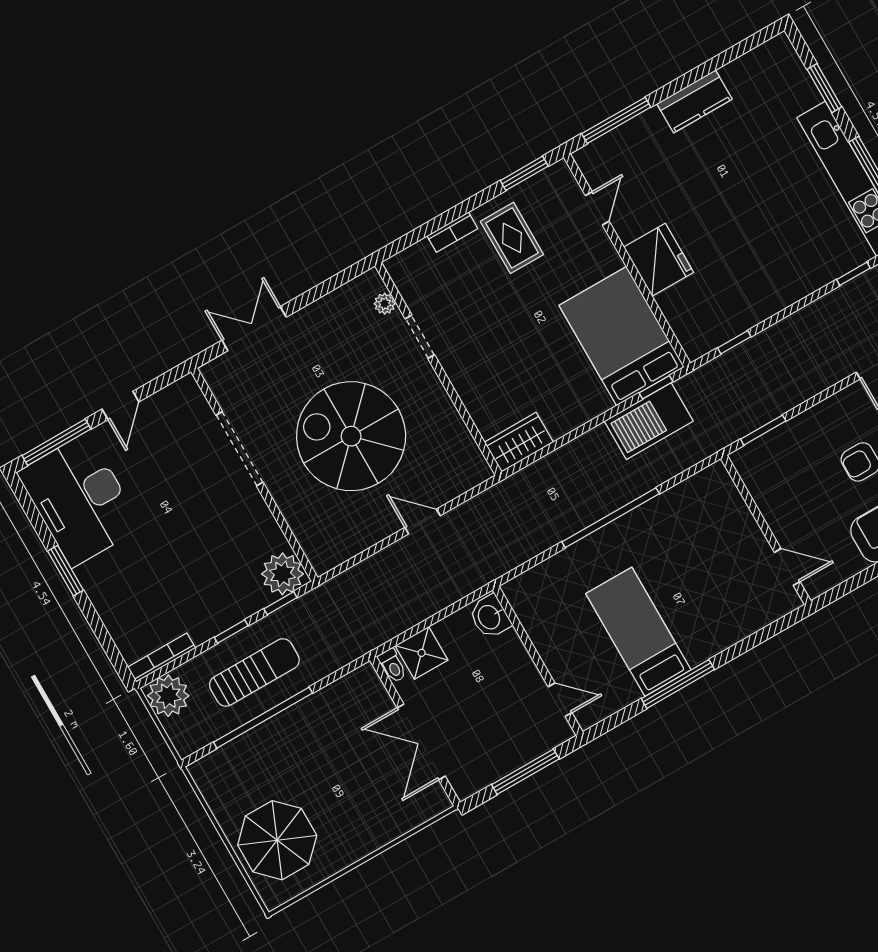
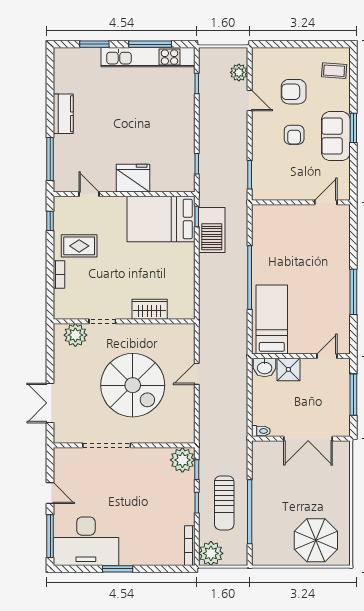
window: (524, 173) -> (50, 221), width x0.67
plant: (385, 304) -> (75, 335), width x1.87, depth x1.87
spiral stairs: (351, 436) -> (133, 385), turned -90
wardrobe: (519, 442) -> (150, 309), moved, turned 90
bed: (638, 632) -> (272, 319), moved, turned 90
shower: (422, 653) -> (288, 369), moved
sun lounger: (254, 672) -> (224, 503), turned 180

